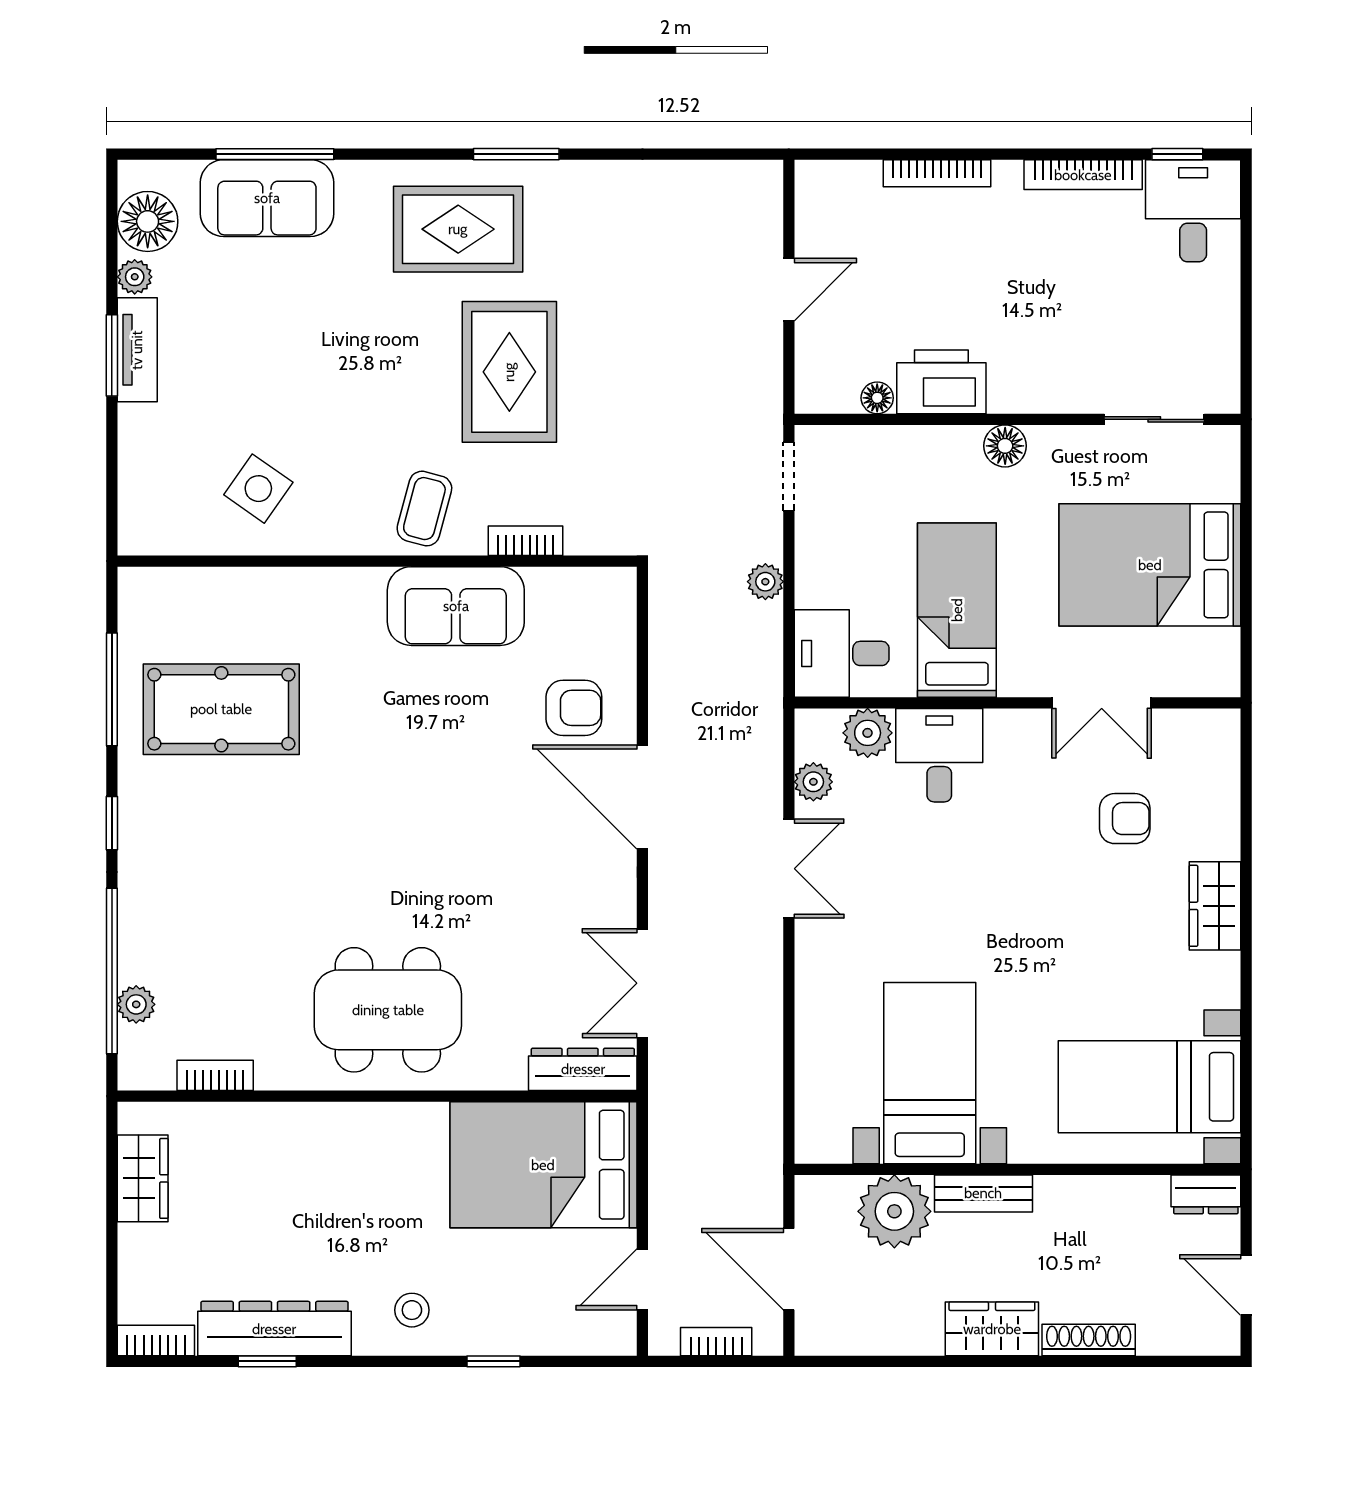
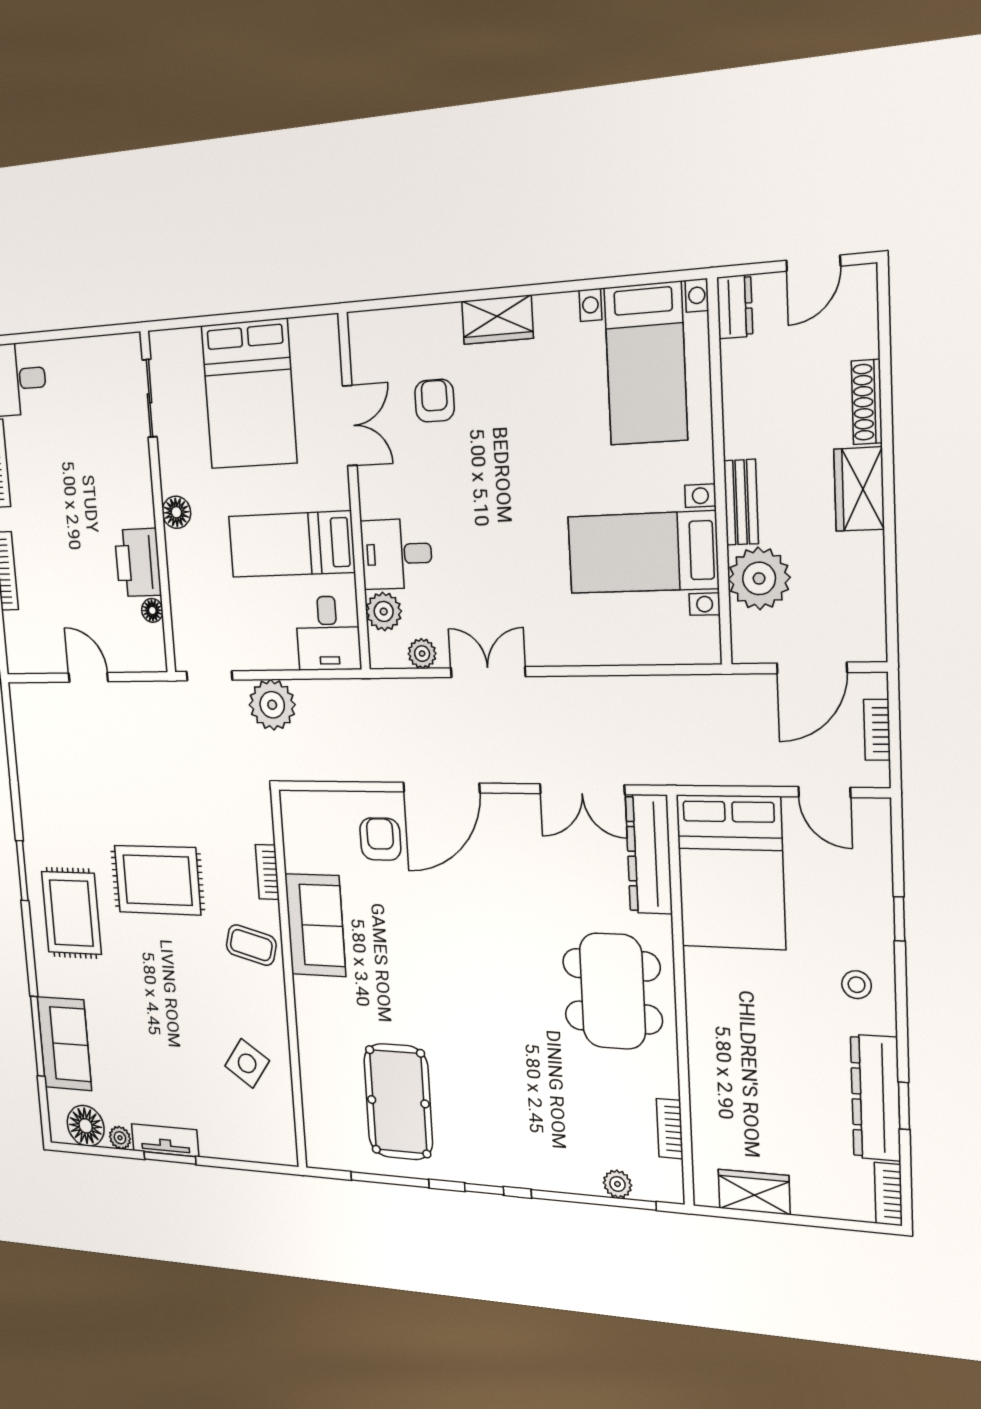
plant: (765, 582) -> (272, 705), width x1.87, depth x1.87
dresser: (583, 1069) -> (649, 854), width x1.37, depth x1.24

